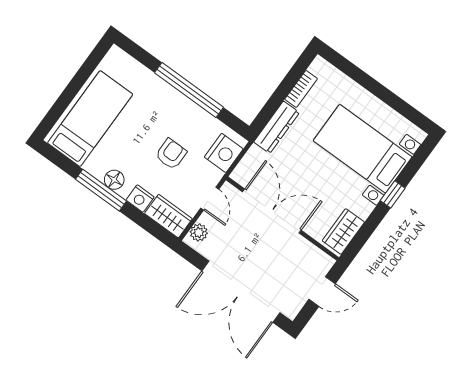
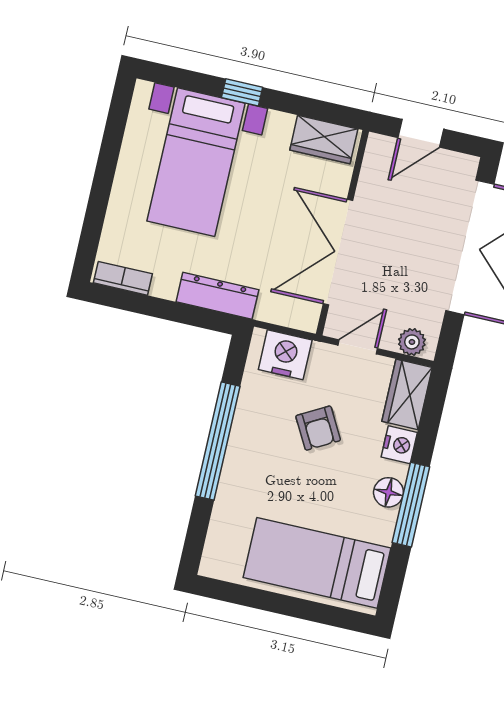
bookcase: (301, 89) -> (123, 278), moved
armchair: (171, 154) -> (318, 428), turned -119
door: (322, 291) -> (421, 133), swing flipped

